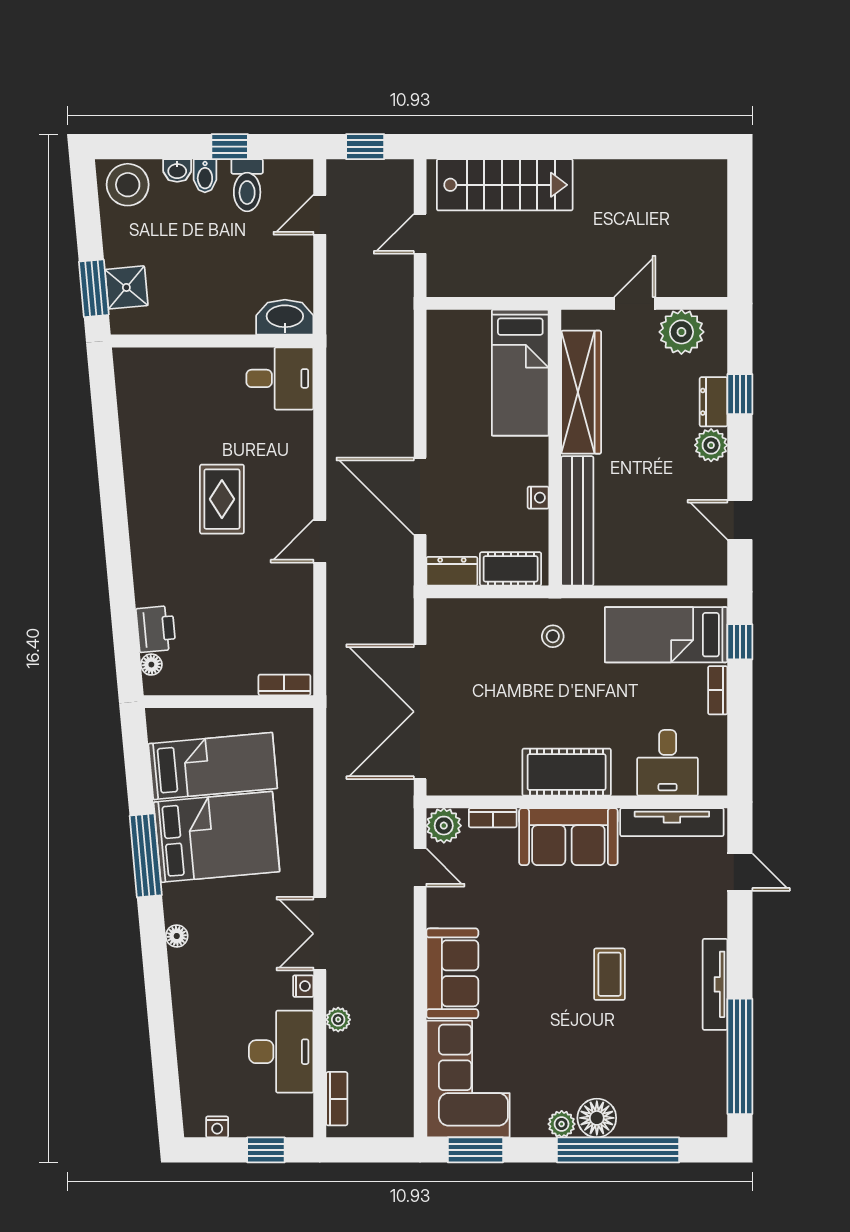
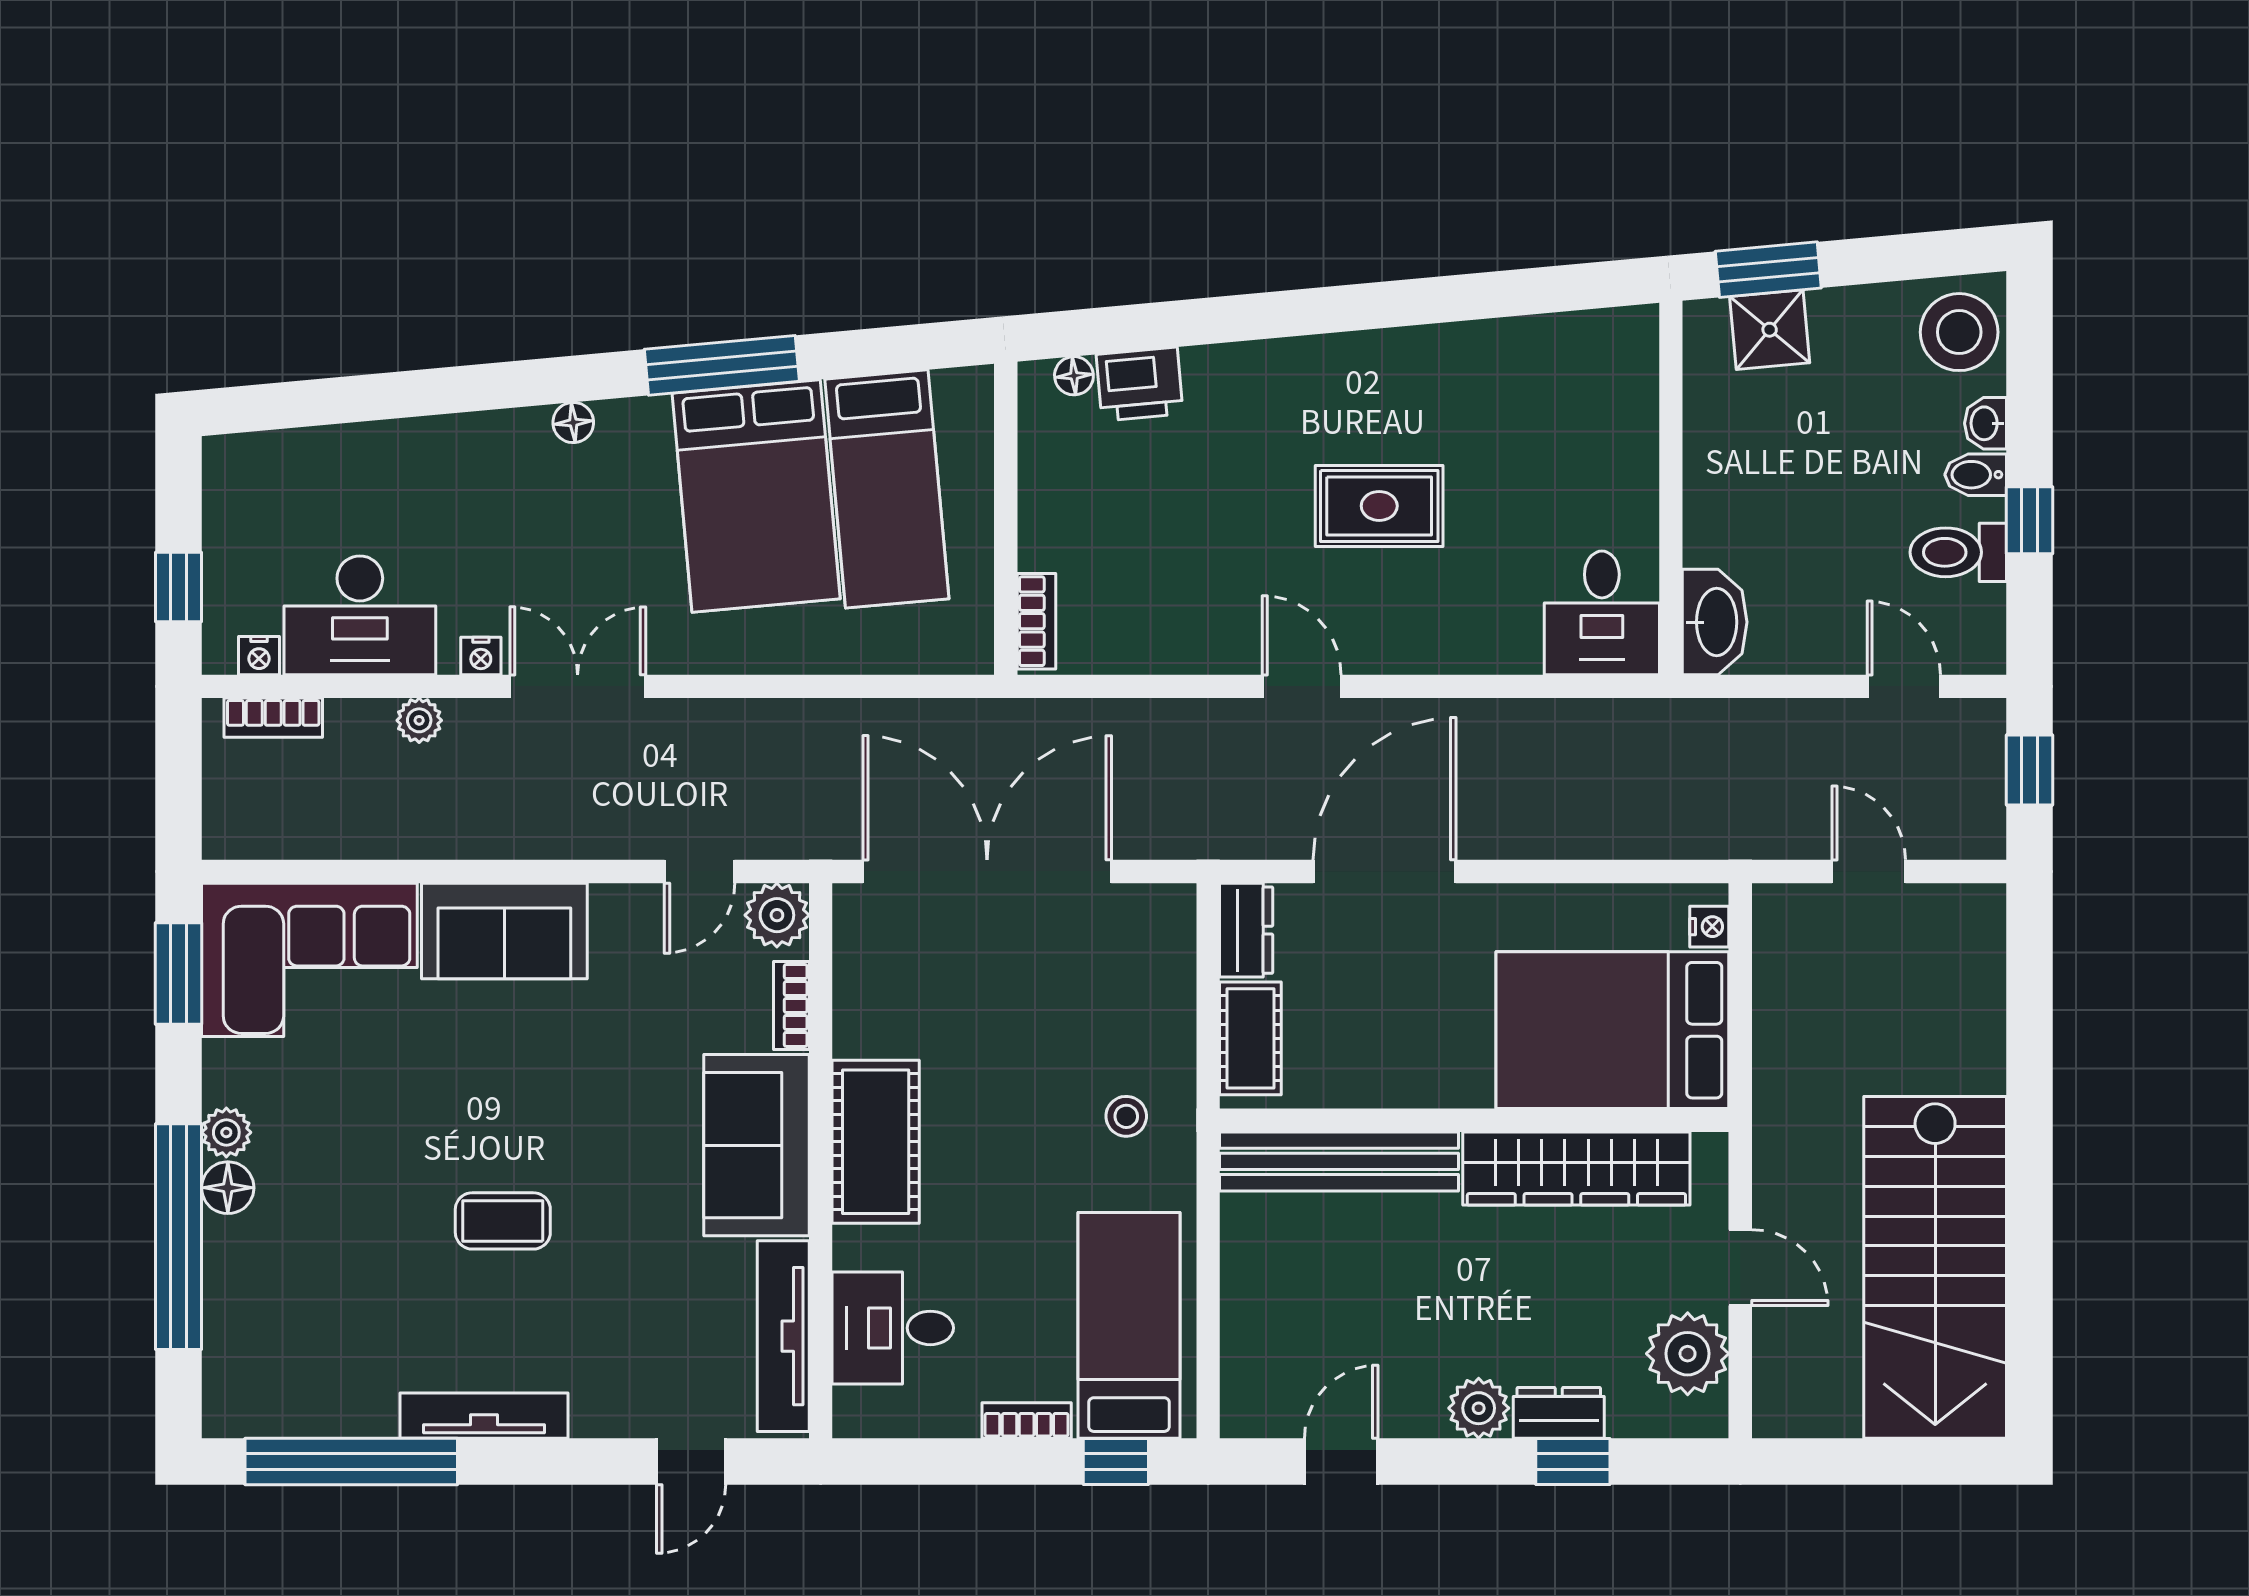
stairs: (505, 185) -> (1935, 1267), moved, width x1.36, depth x1.51
bed: (520, 373) -> (1612, 1030), width x1.50
nightstand: (538, 498) -> (1709, 927), moved, turned -90
floor lamp: (597, 1118) -> (228, 1188), width x0.73, depth x0.73
nightstand: (217, 1127) -> (259, 656), moved, turned -90

